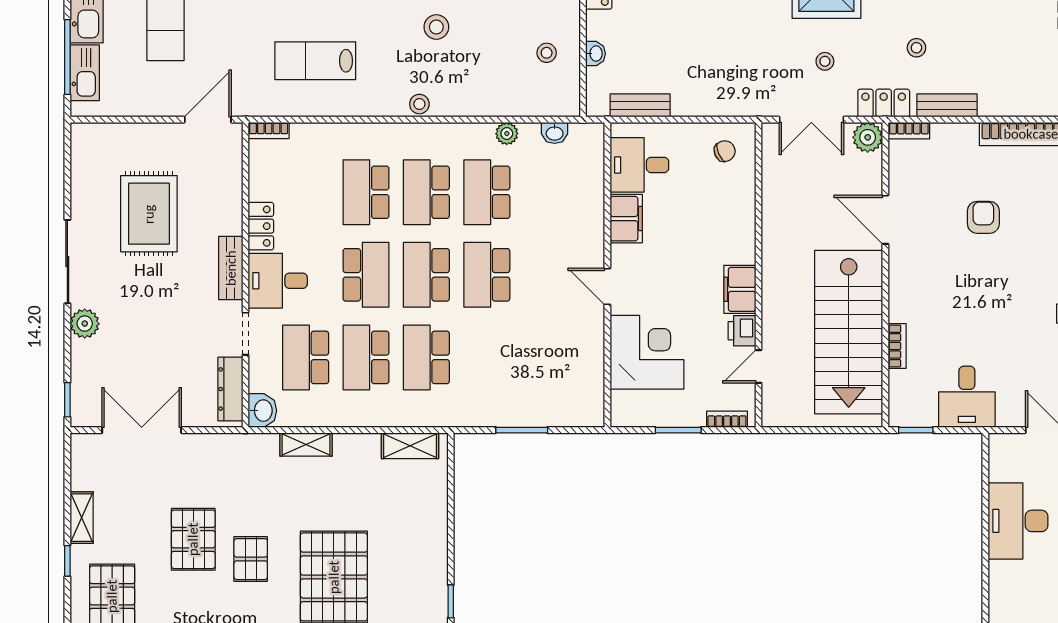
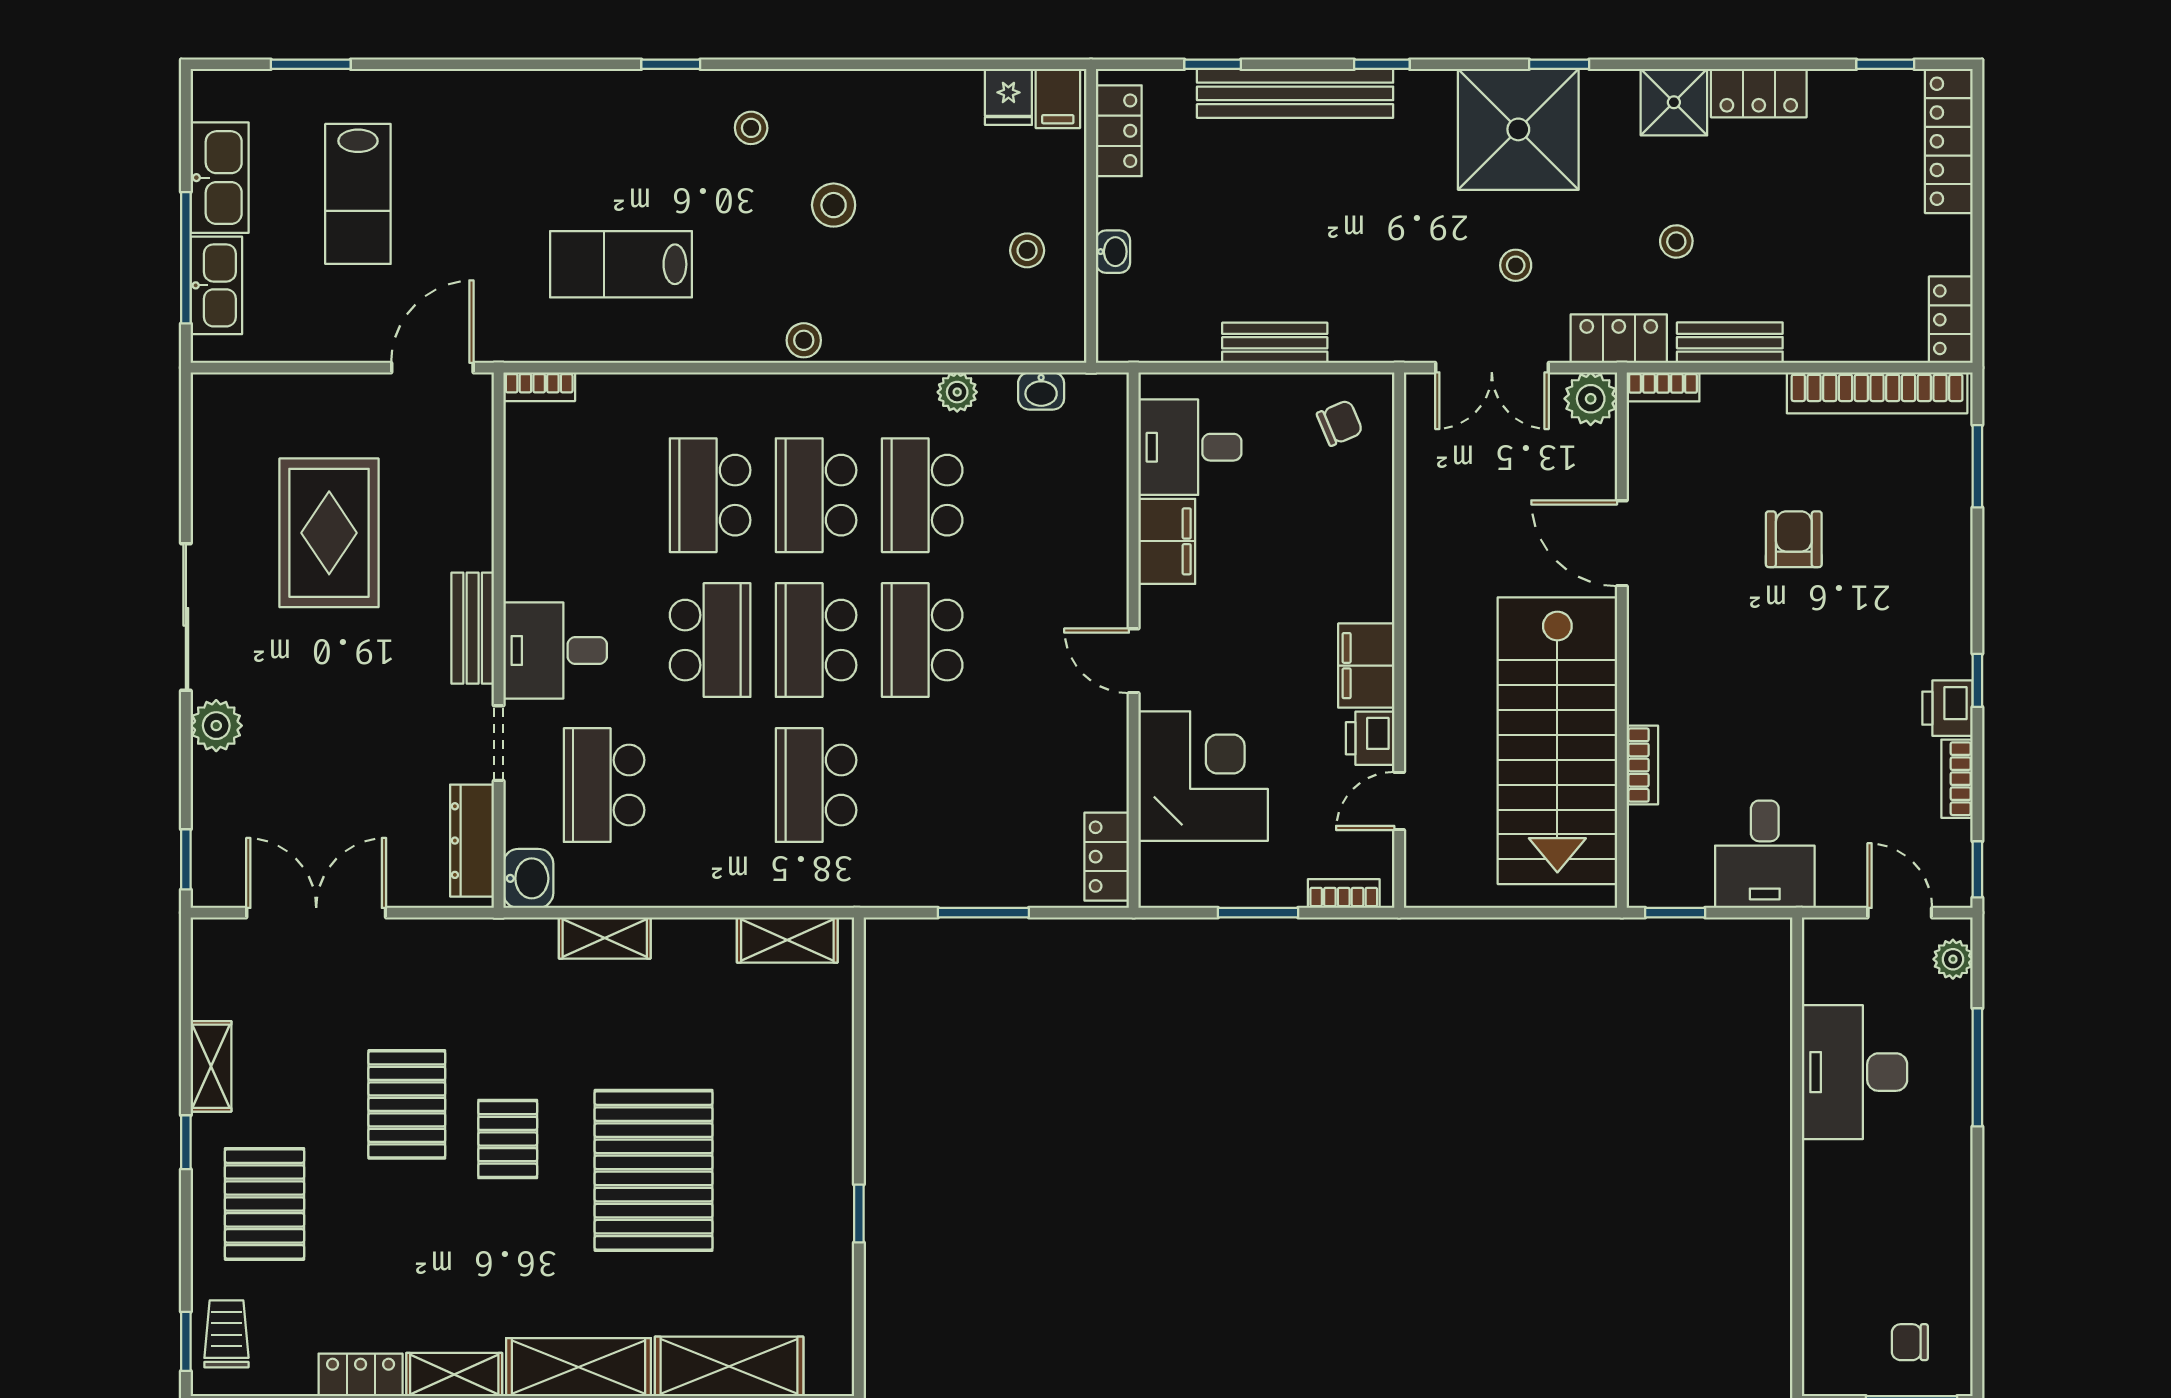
bench: (640, 105) -> (1275, 343), moved
locker: (261, 226) -> (1107, 857), moved, turned 180
school desk: (366, 357) -> (710, 785), removed

